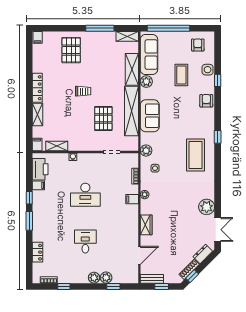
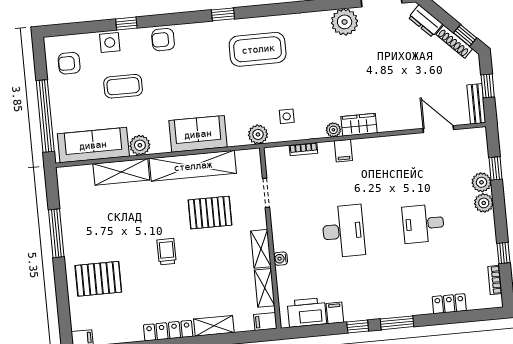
shelving: (127, 36) -> (261, 249), moved
wardrobe: (146, 225) -> (359, 125), moved

